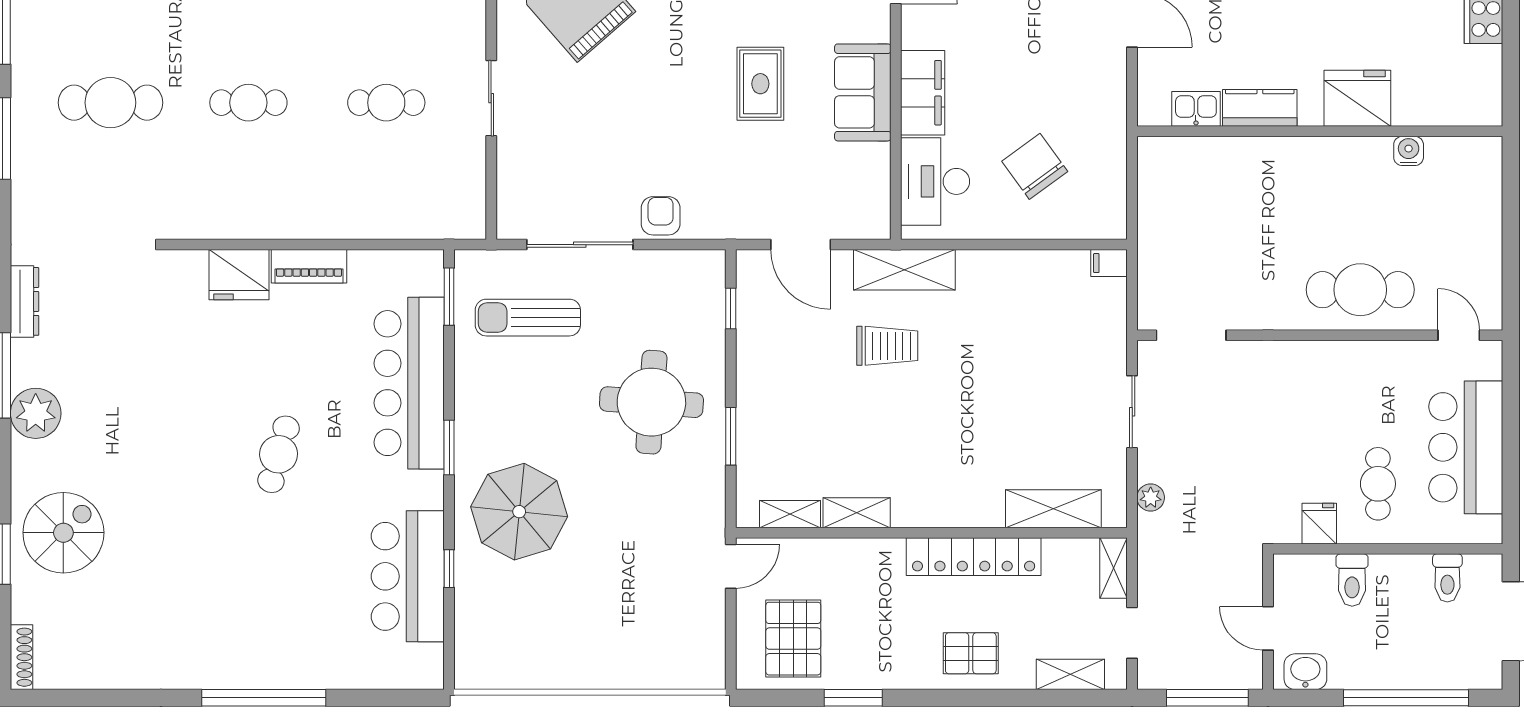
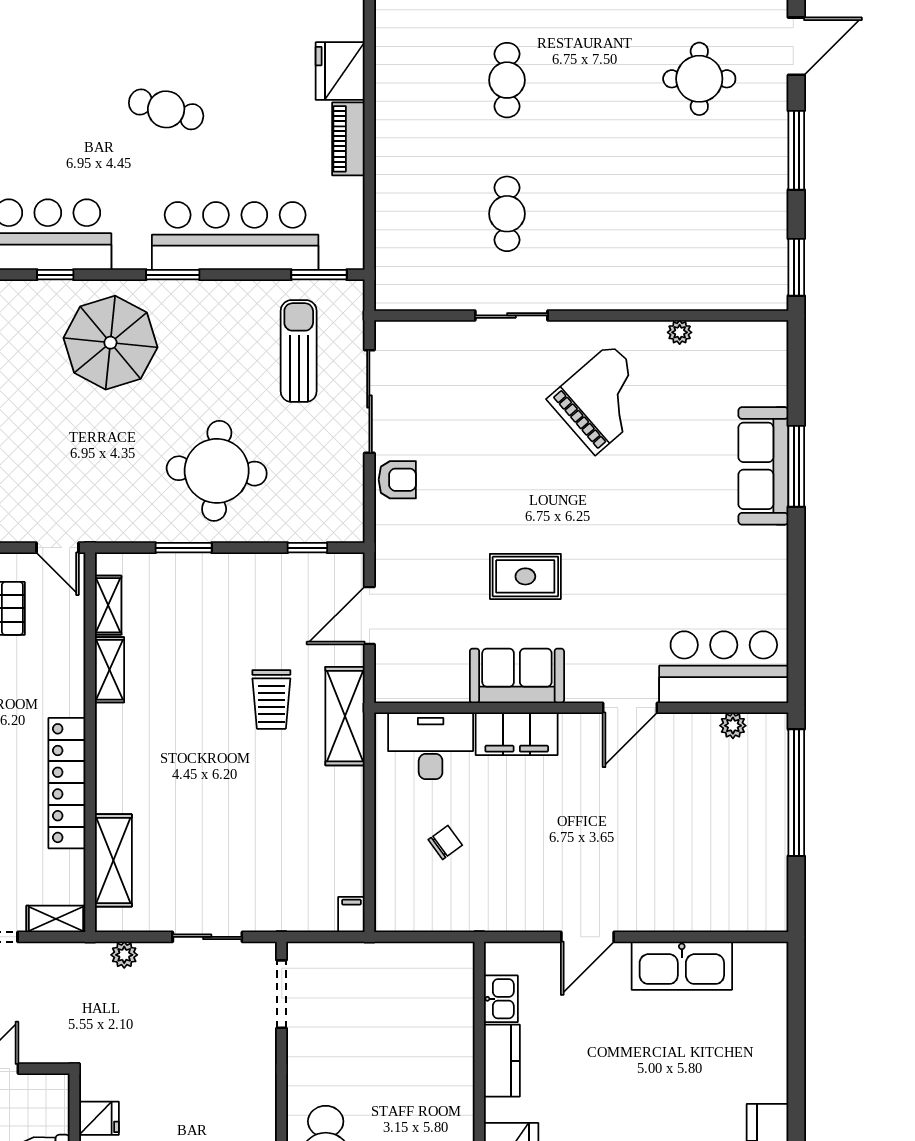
chair: (1035, 166) -> (445, 842), width x0.54, depth x0.54

